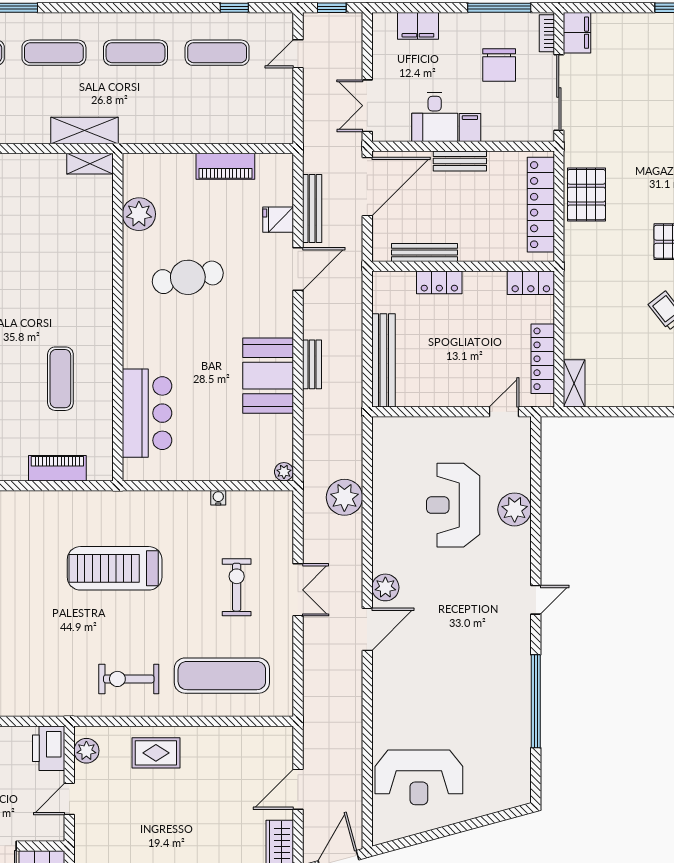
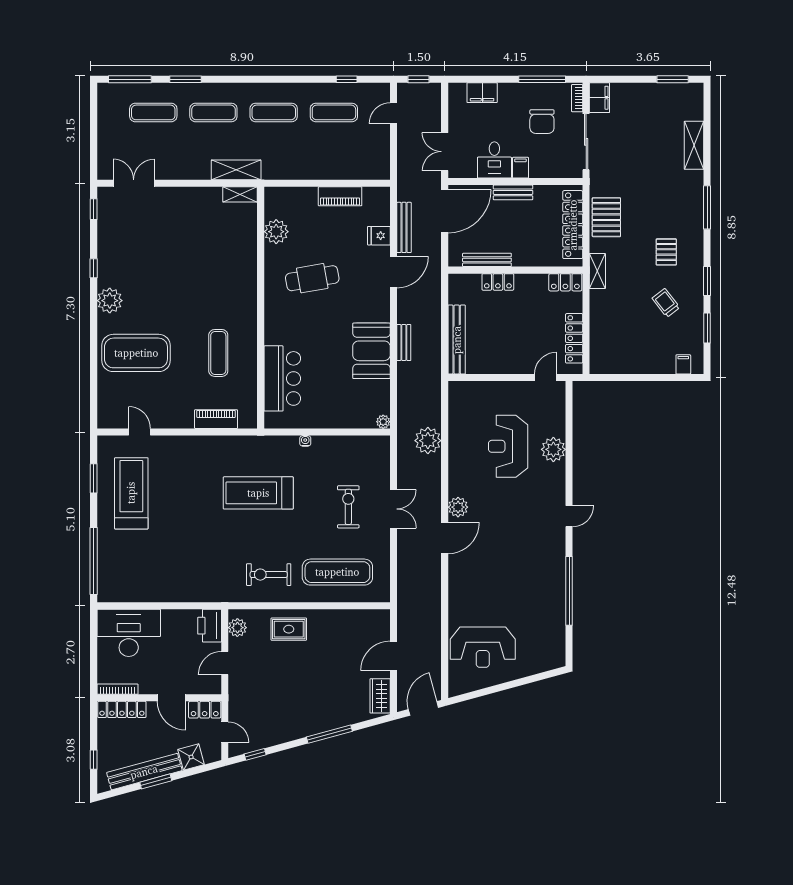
shelving: (574, 383) -> (597, 271), moved
water cooler: (218, 498) -> (305, 441), moved

